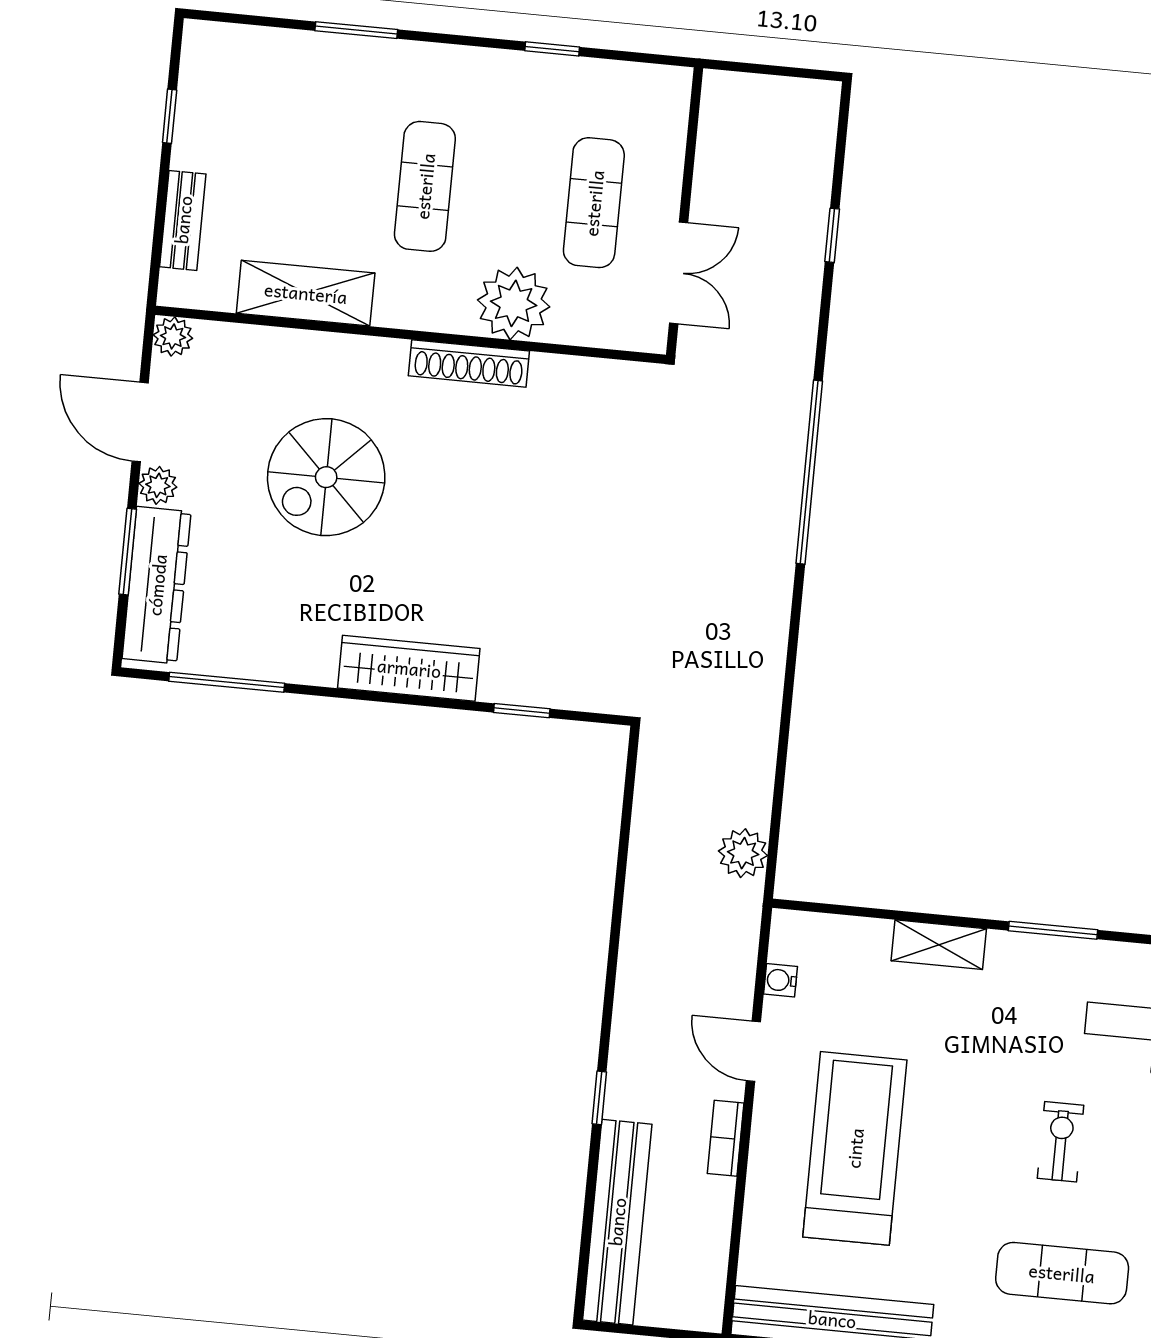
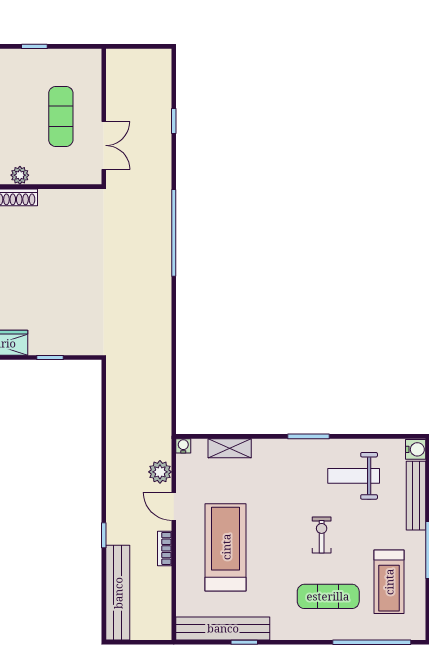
plant: (514, 303) -> (20, 175), width x0.53, depth x0.53
plant: (743, 853) -> (160, 472), moved
shelving: (939, 945) -> (230, 448), moved
water cooler: (781, 980) -> (183, 446), moved, turned 90

